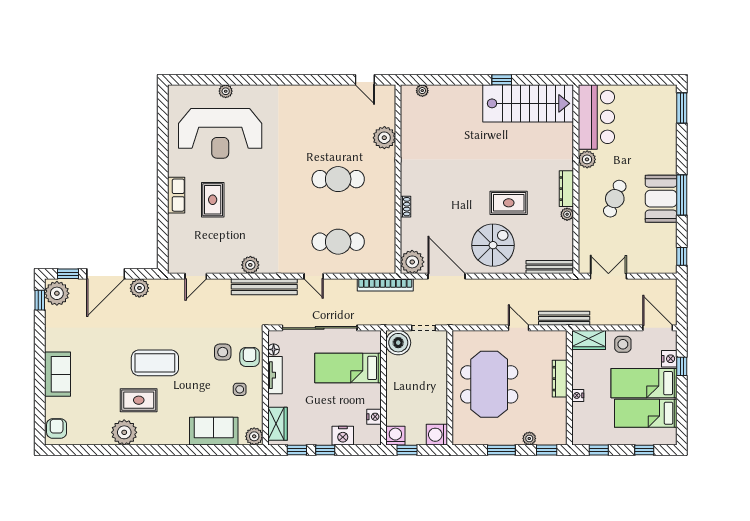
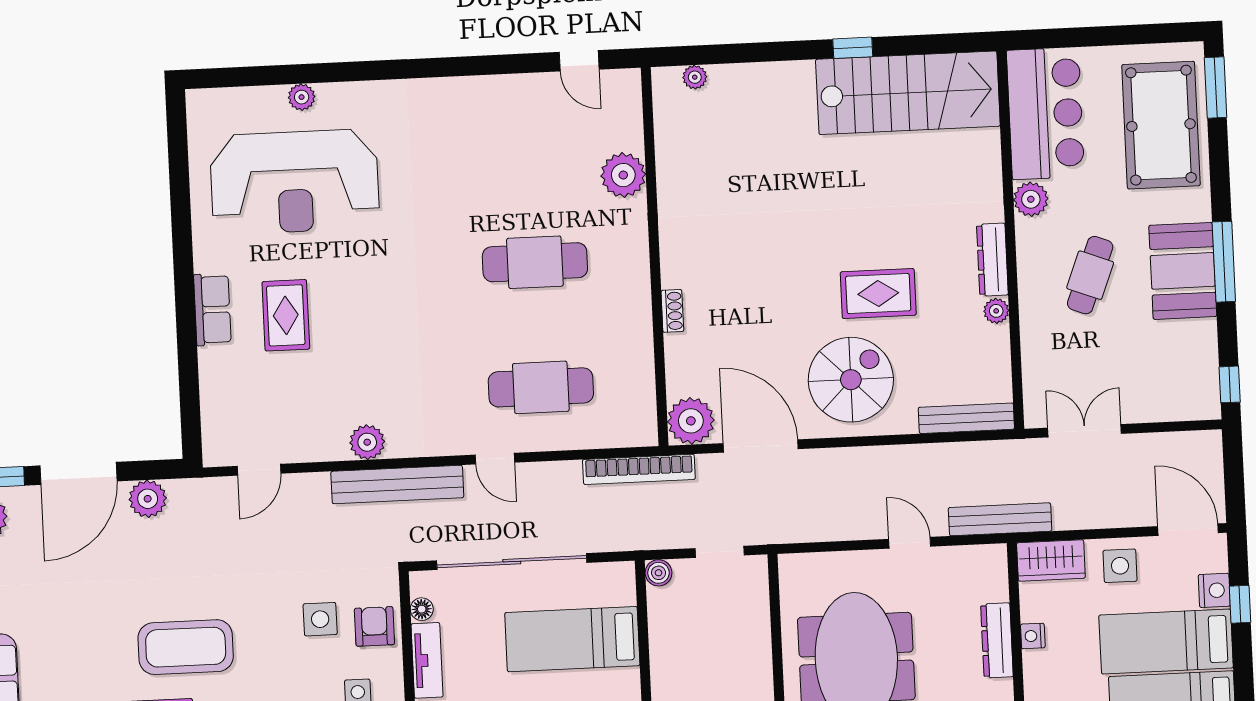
pool table: (654, 125) -> (1161, 125), added
boiler: (398, 343) -> (658, 573), width x0.54, depth x0.54
nightstand: (578, 395) -> (1033, 636), moved

